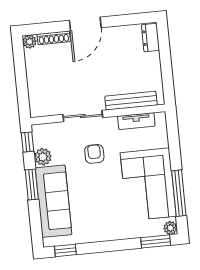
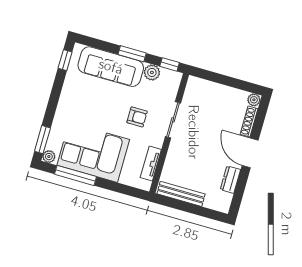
dresser: (150, 38) -> (230, 180), moved, turned -90
bench: (131, 101) -> (181, 194), moved, turned 90

